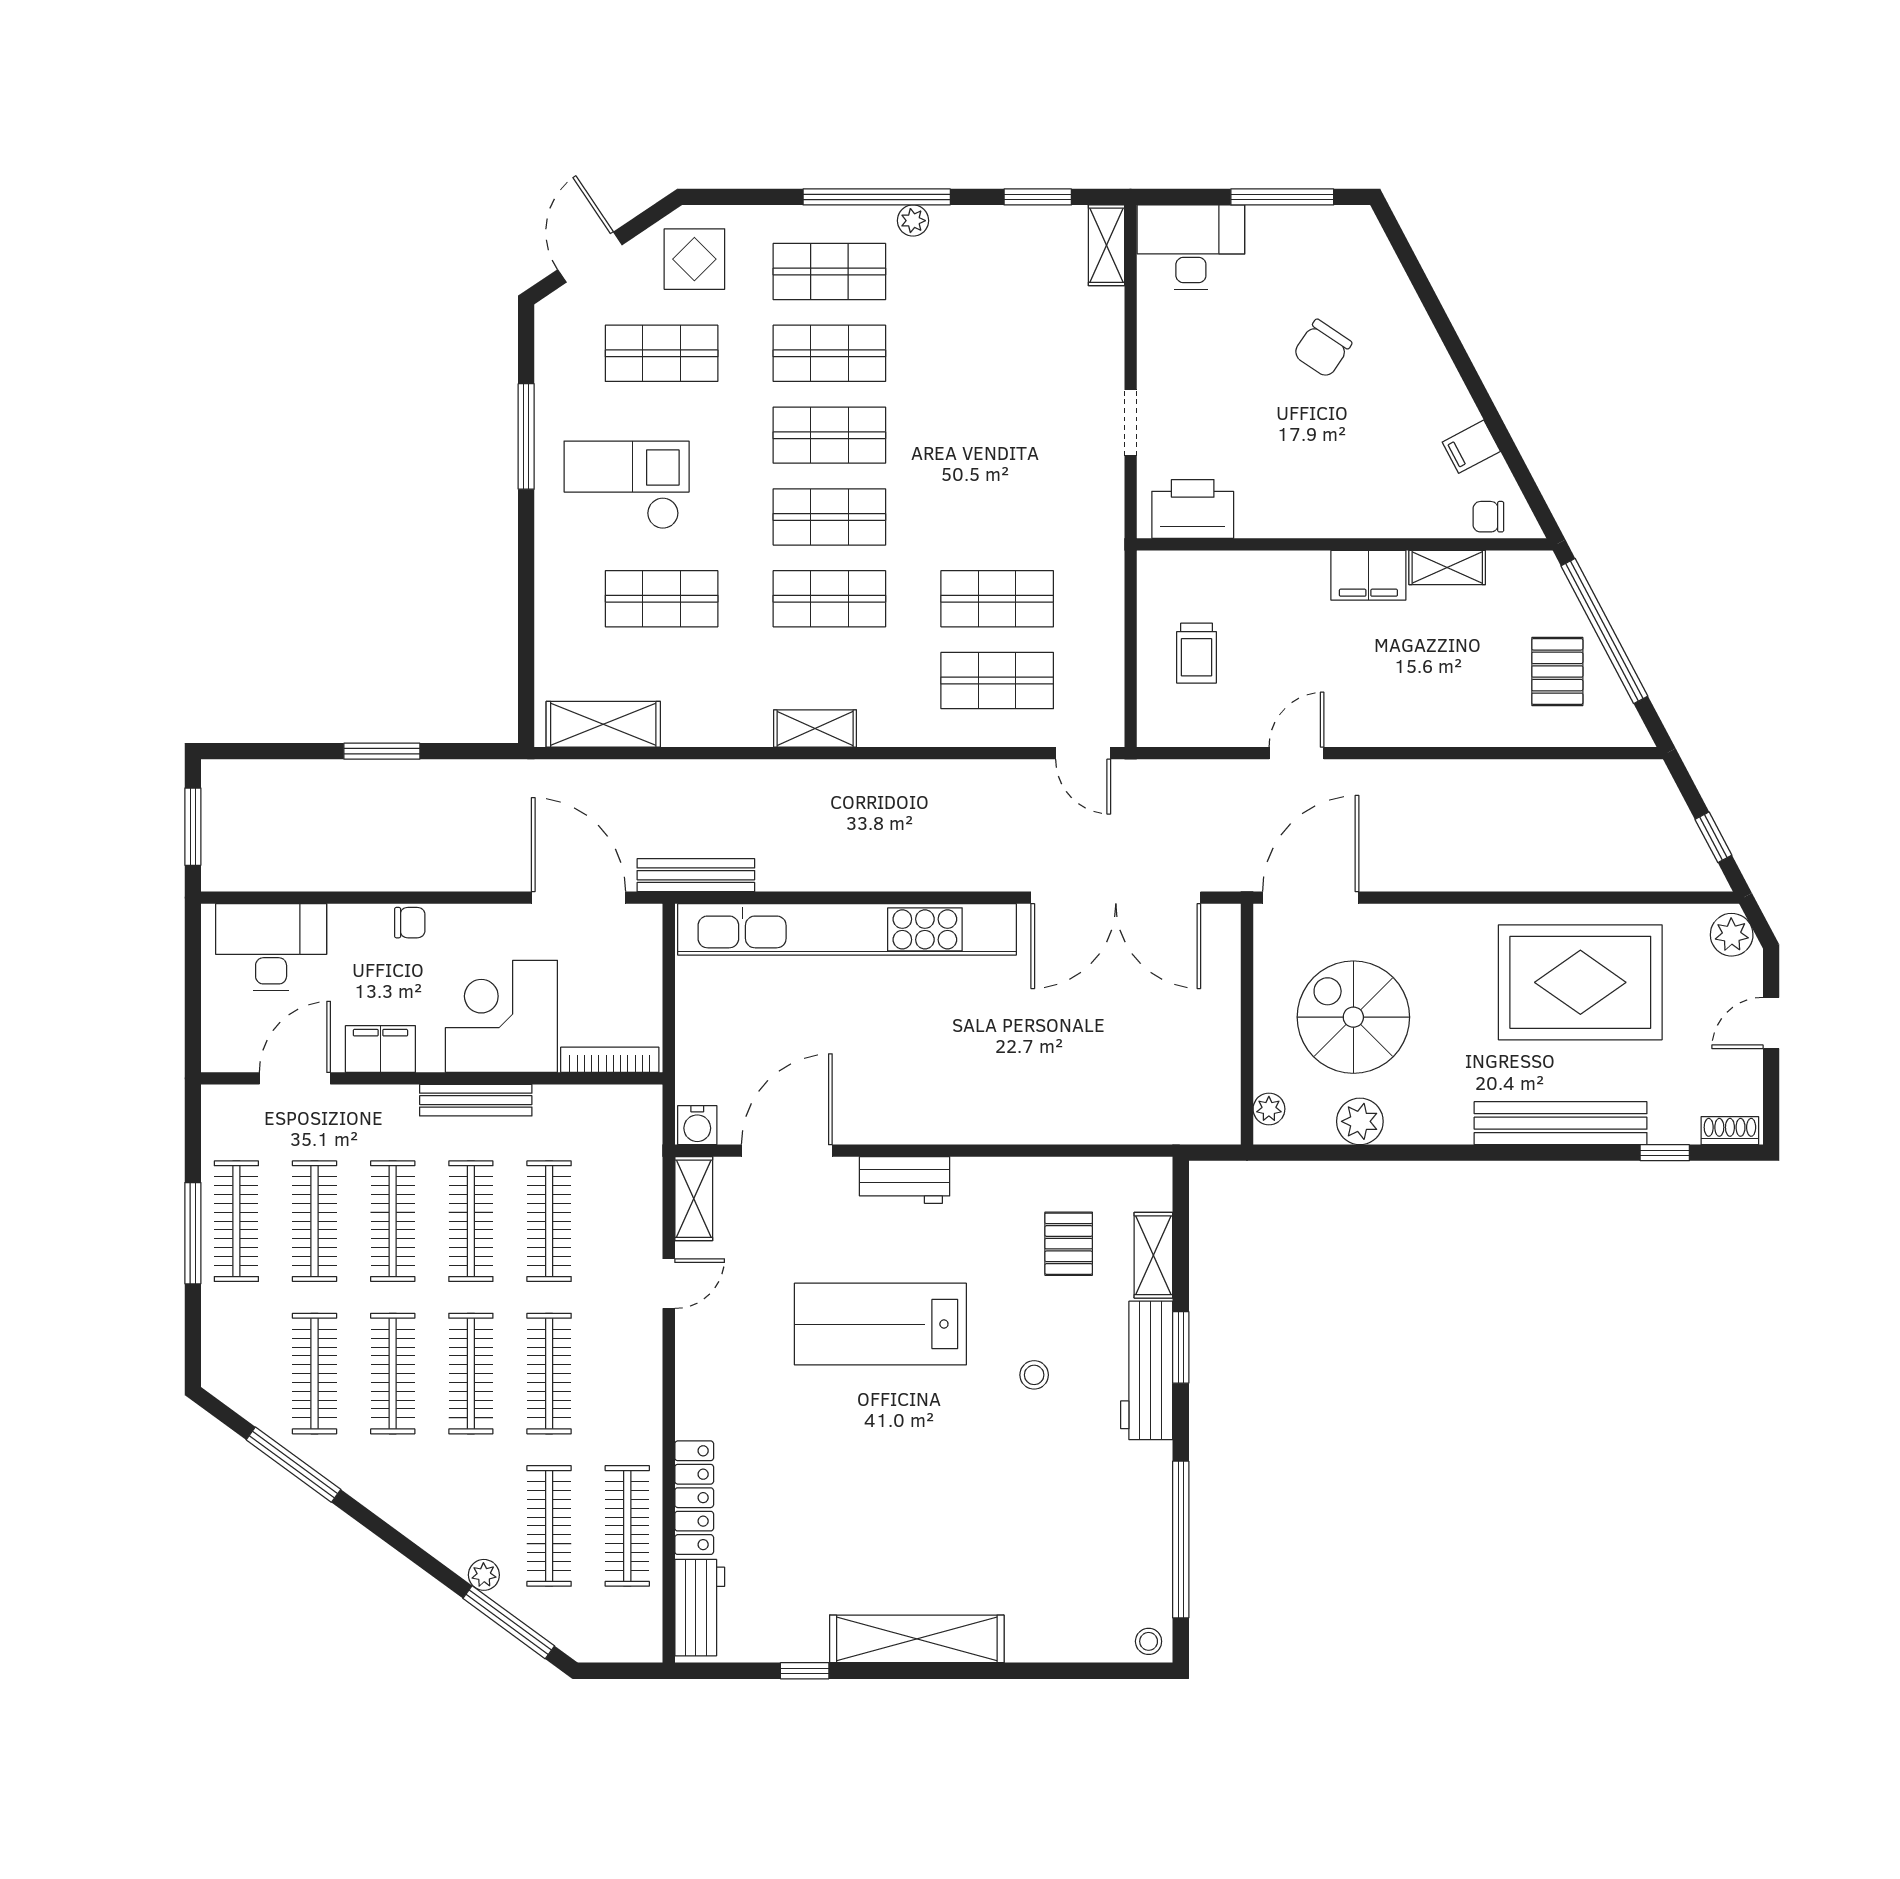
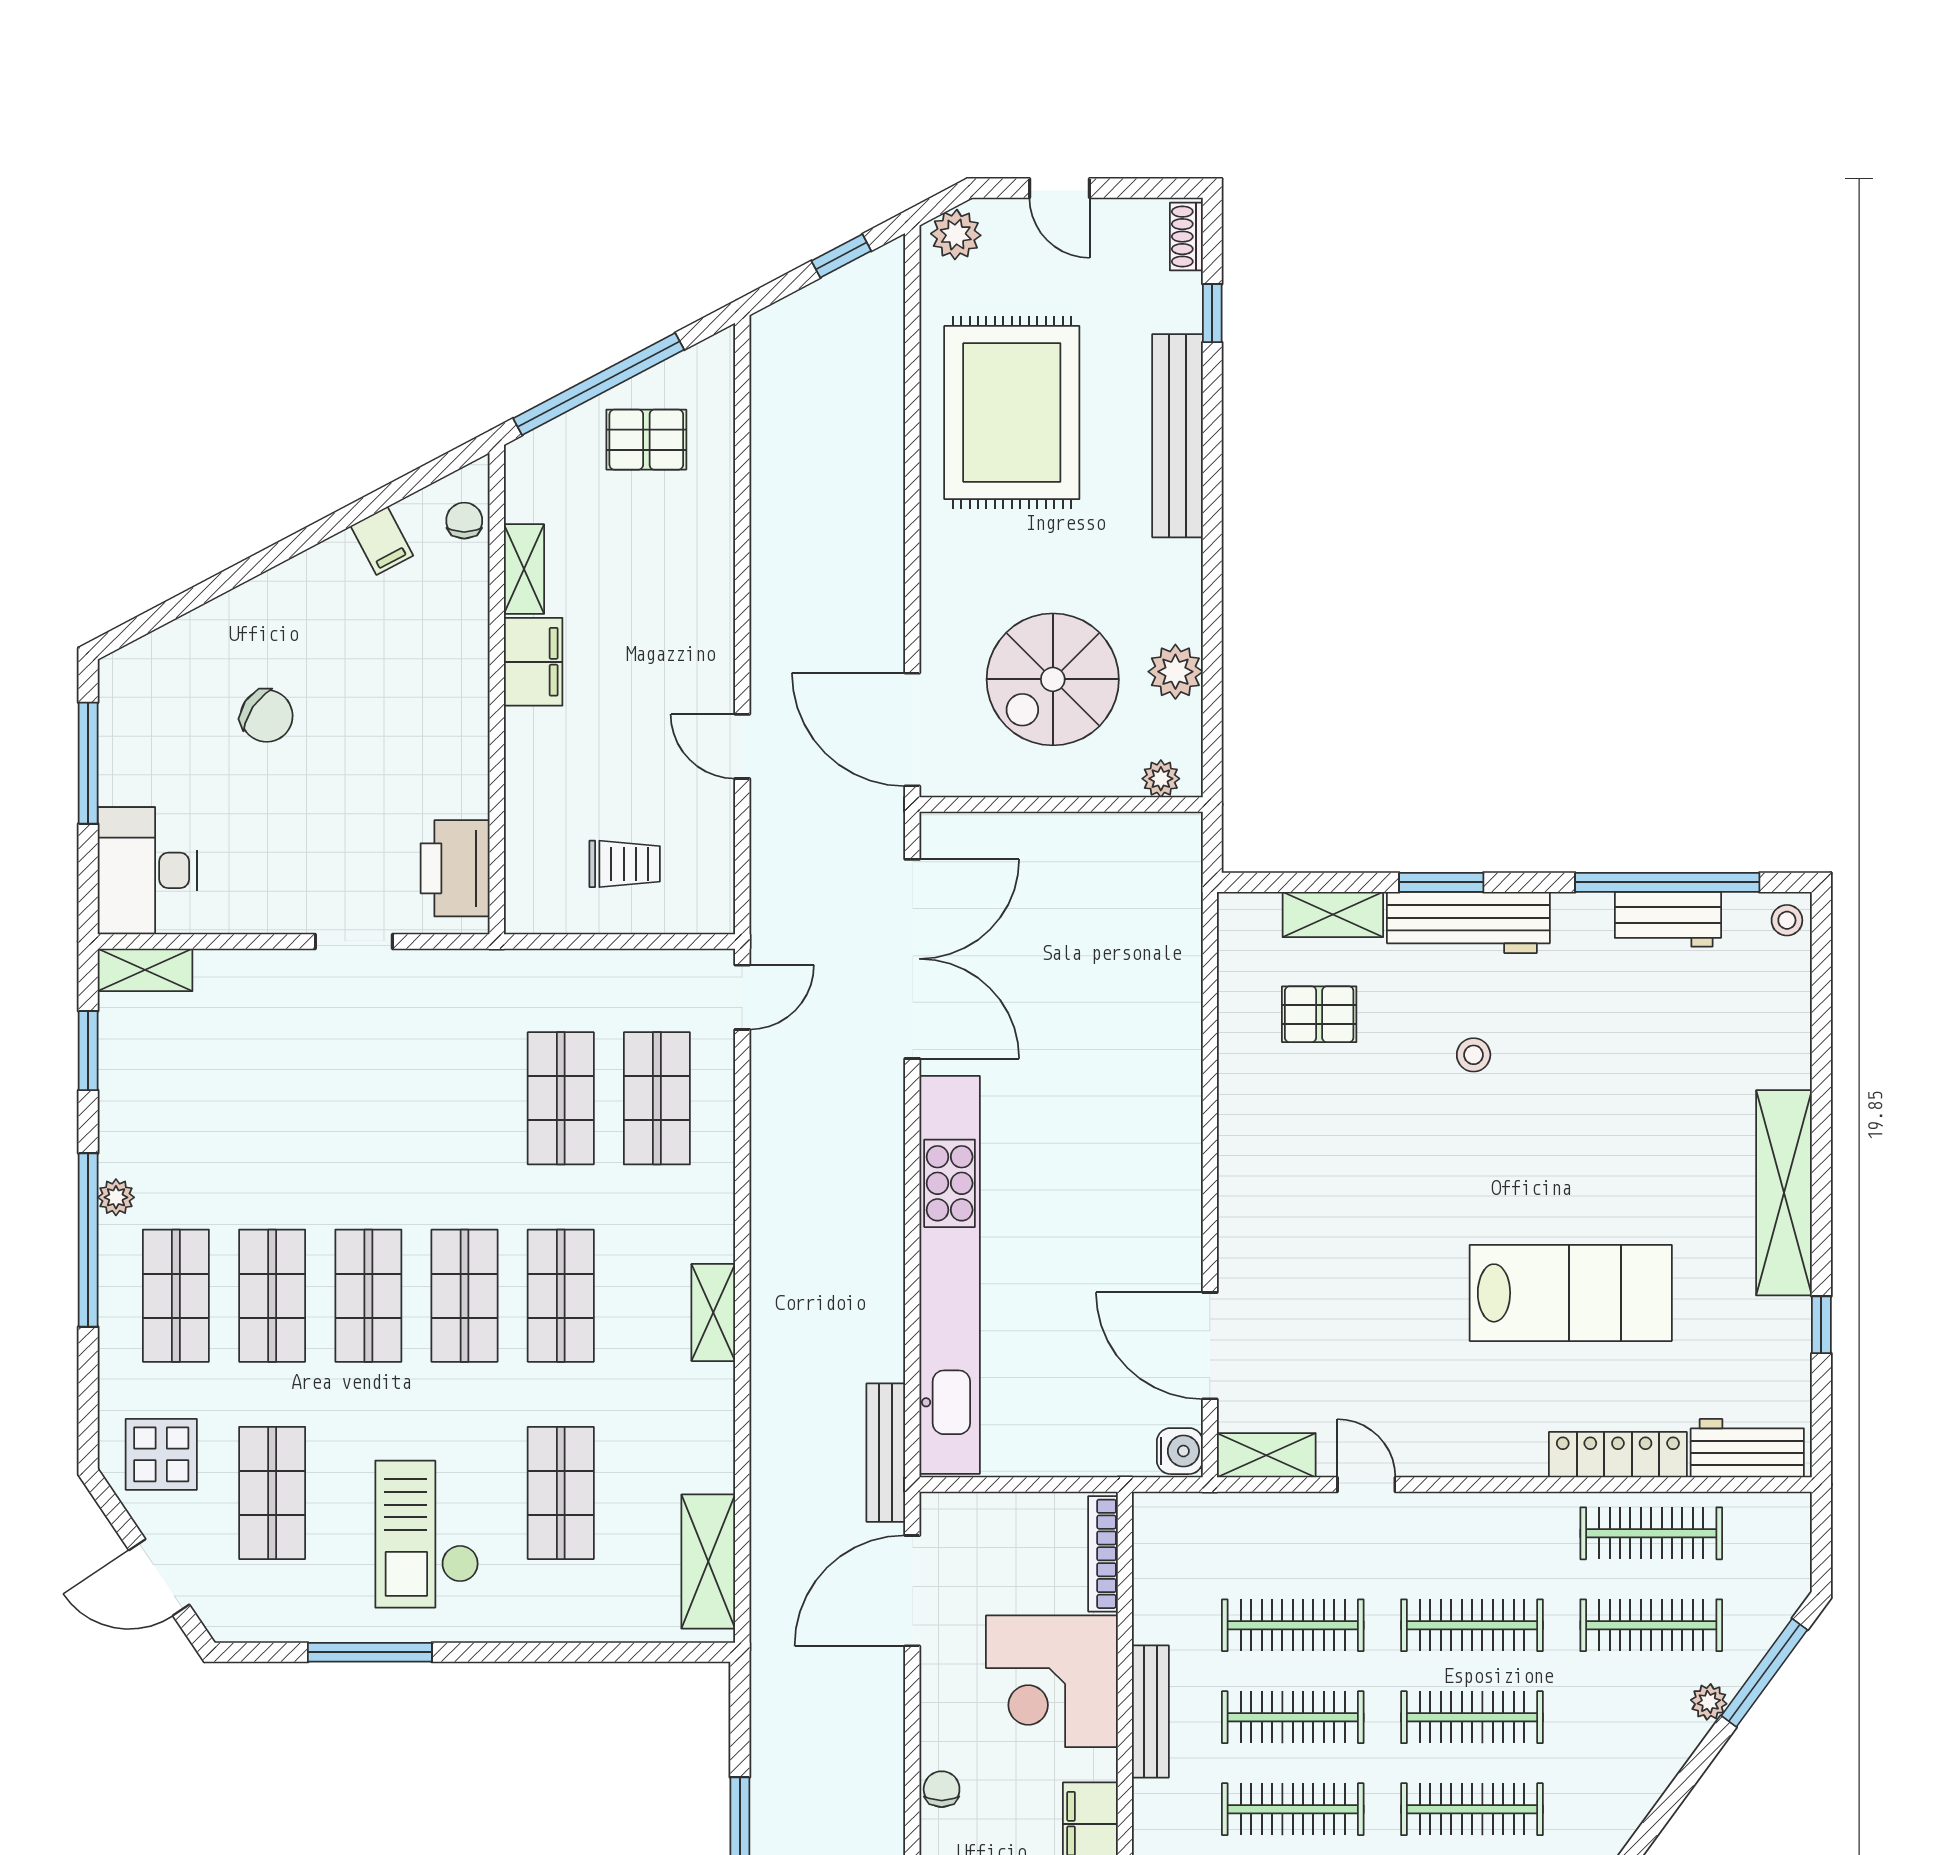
chair: (1488, 517) -> (464, 521), turned 180
workbench: (905, 1180) -> (1668, 919), moved, turned 90
lab bench: (880, 1324) -> (1571, 1293), moved, turned -90

